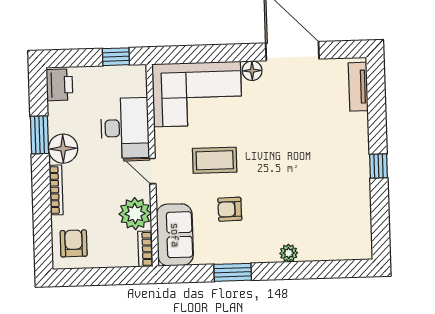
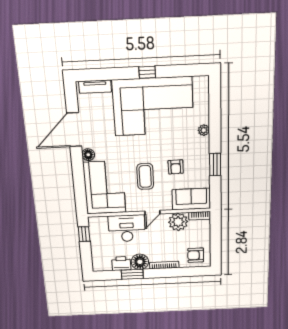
printer: (59, 85) -> (121, 264), moved
corner sofa: (327, 174) -> (153, 106), added

